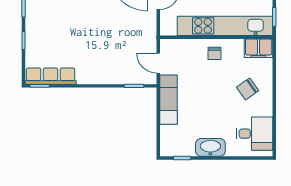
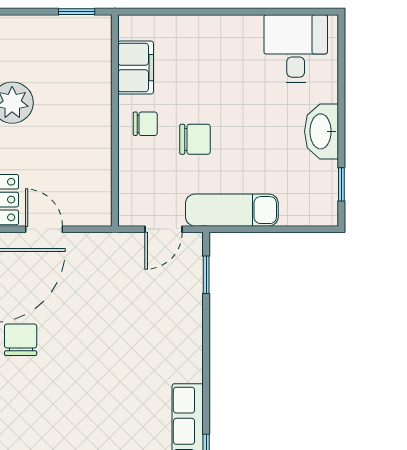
kitchen unit: (225, 26) -> (94, 104), removed
filing cabinet: (259, 48) -> (136, 68), moved
chair: (248, 89) -> (195, 139), moved, turned -55

